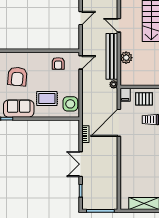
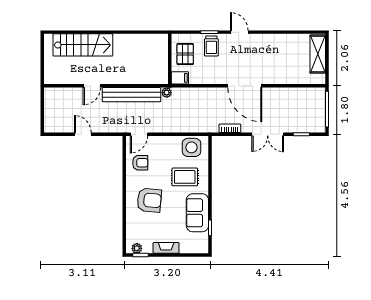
plant: (126, 58) -> (133, 77), removed
door: (81, 62) -> (139, 134), swing flipped
armchair: (17, 76) -> (149, 200), moved
rug: (47, 99) -> (185, 177), turned 90
door: (119, 123) -> (245, 86), moved

